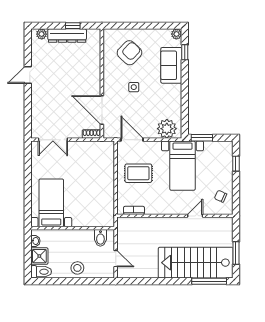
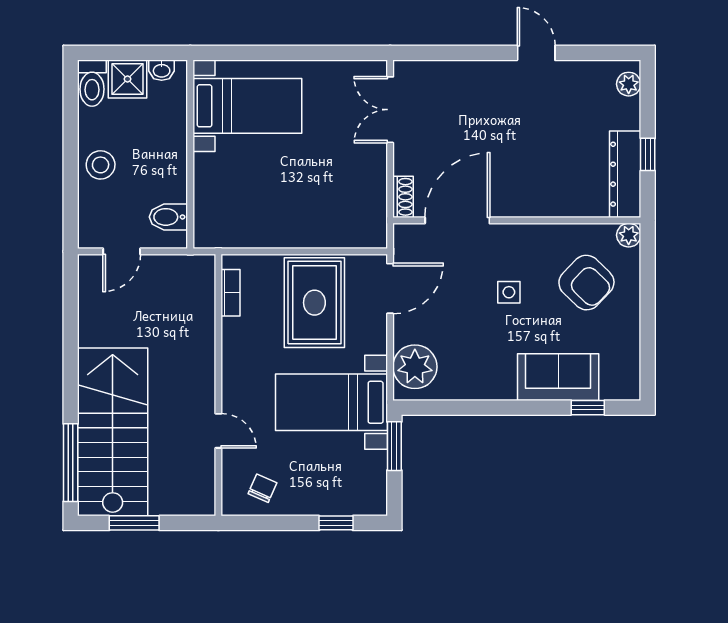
plant: (176, 34) -> (629, 235), moved
dresser: (67, 36) -> (625, 174), moved
rug: (138, 173) -> (314, 303), width x1.36, depth x1.43

